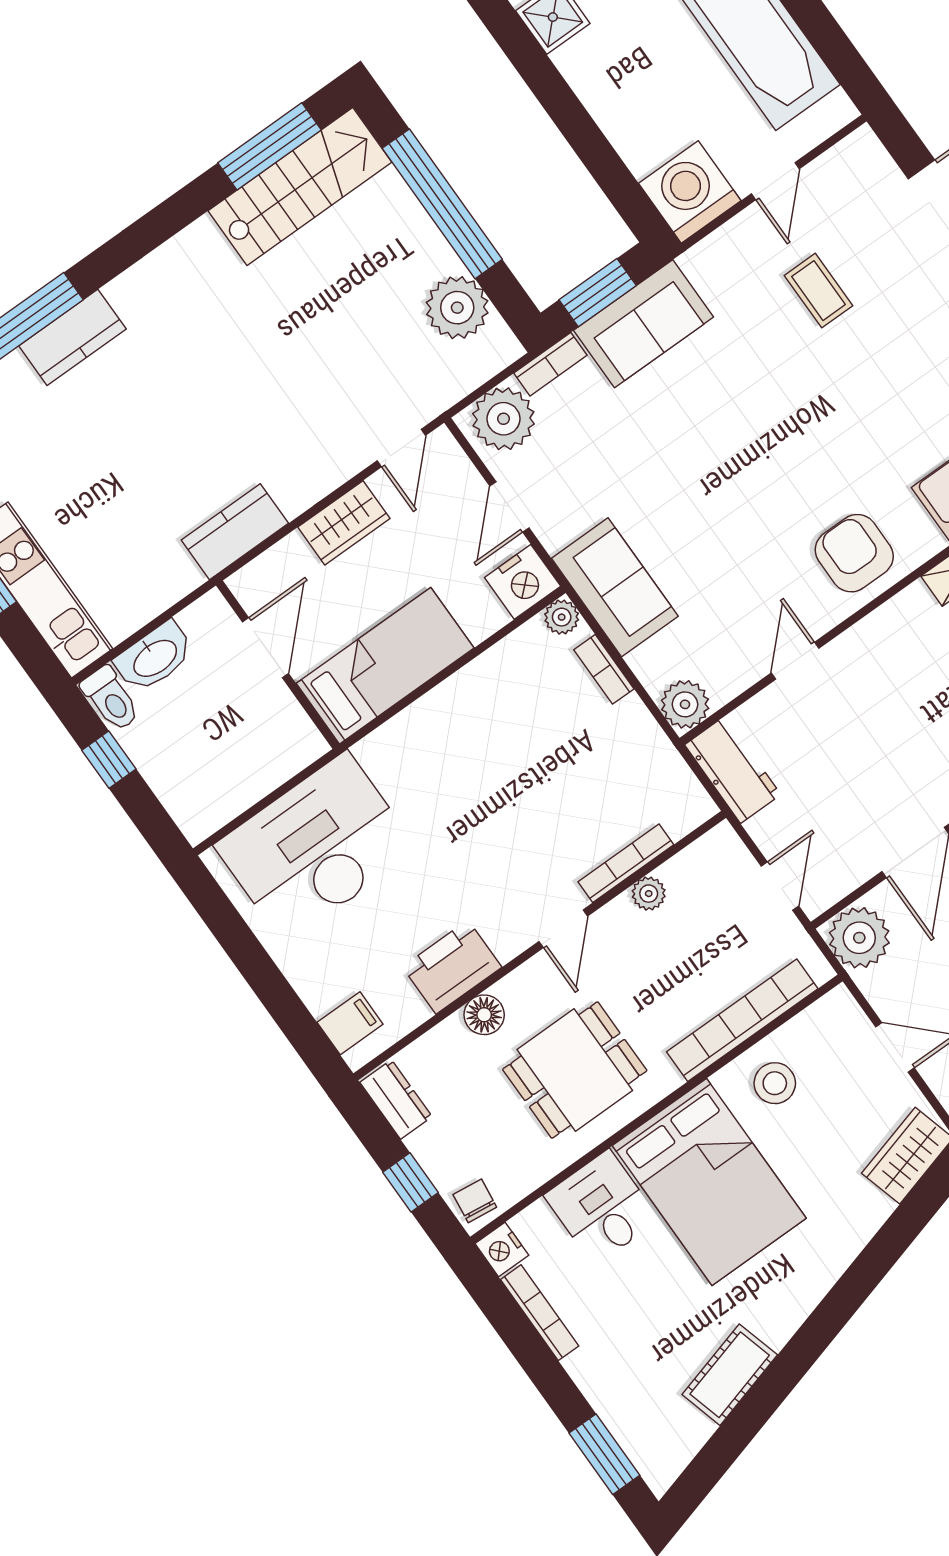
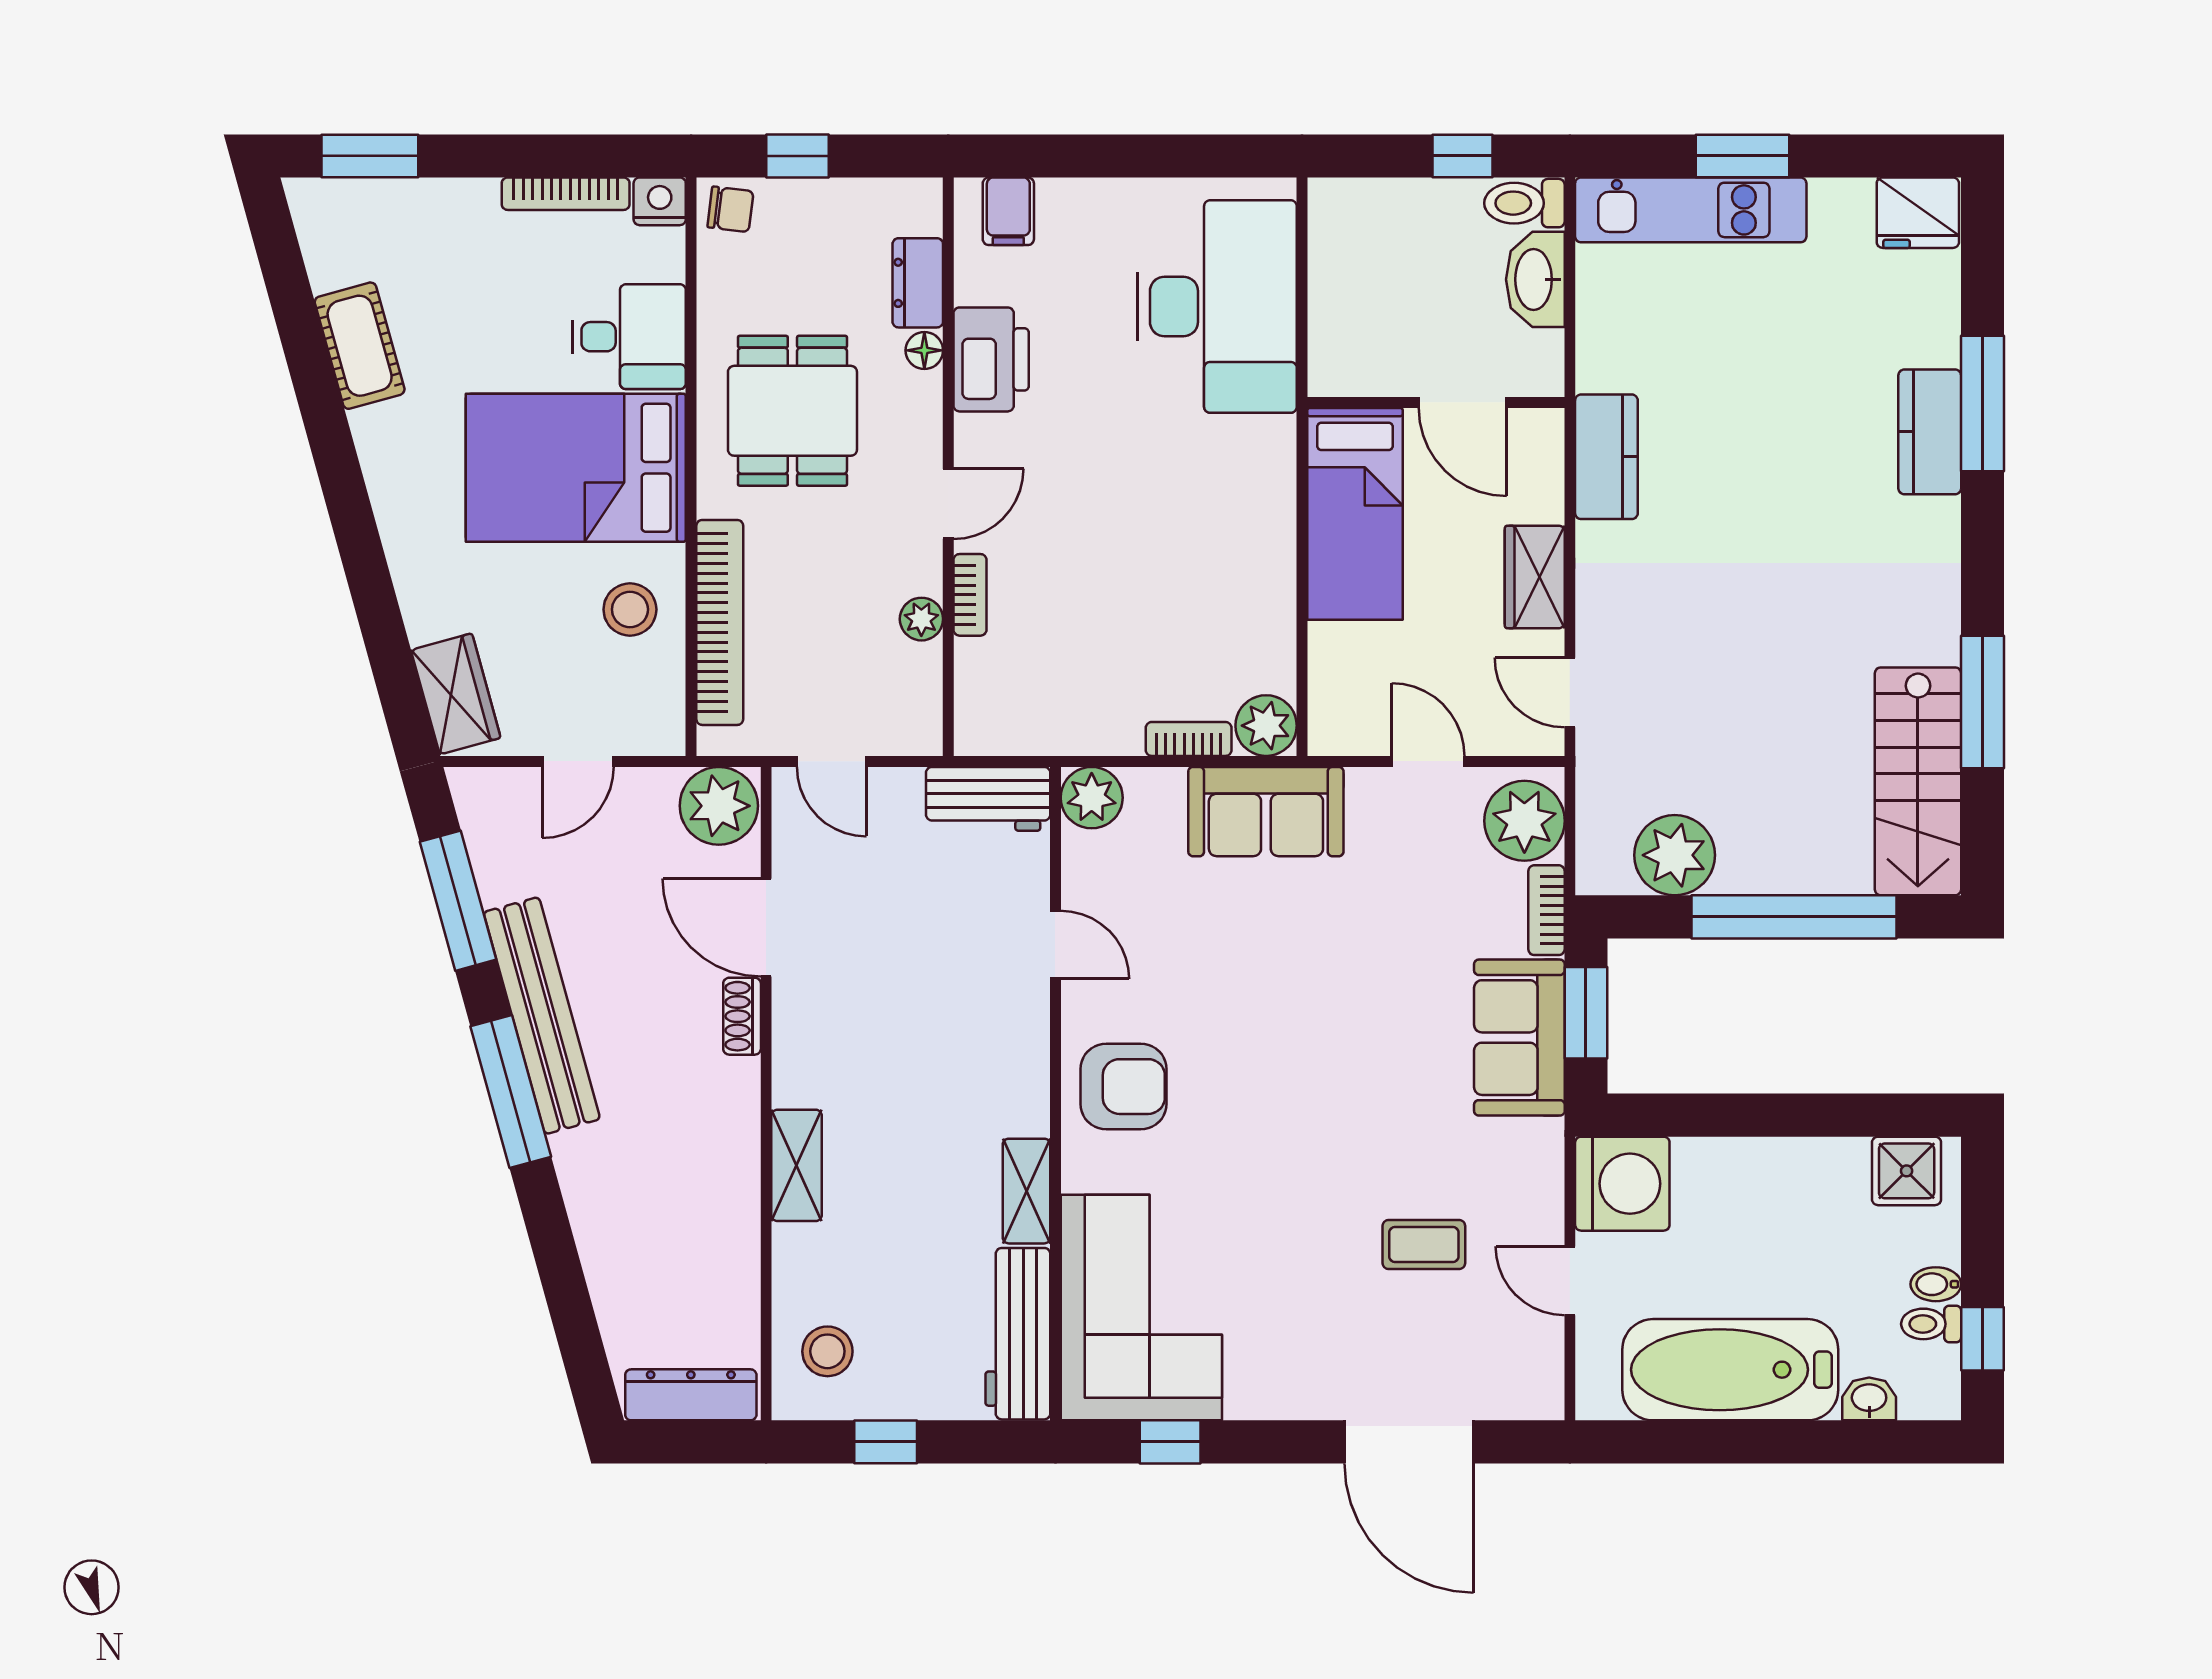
window: (269, 146) -> (1982, 702), moved
nightstand: (523, 582) -> (1340, 719), removed
plant: (562, 617) -> (1266, 726), width x1.38, depth x1.38
bookcase: (626, 863) -> (970, 595), width x0.64
door: (563, 929) -> (948, 504), swing flipped
floor lamp: (484, 1015) -> (924, 350), width x0.73, depth x0.73
dresser: (396, 1099) -> (918, 283), moved, turned 90

